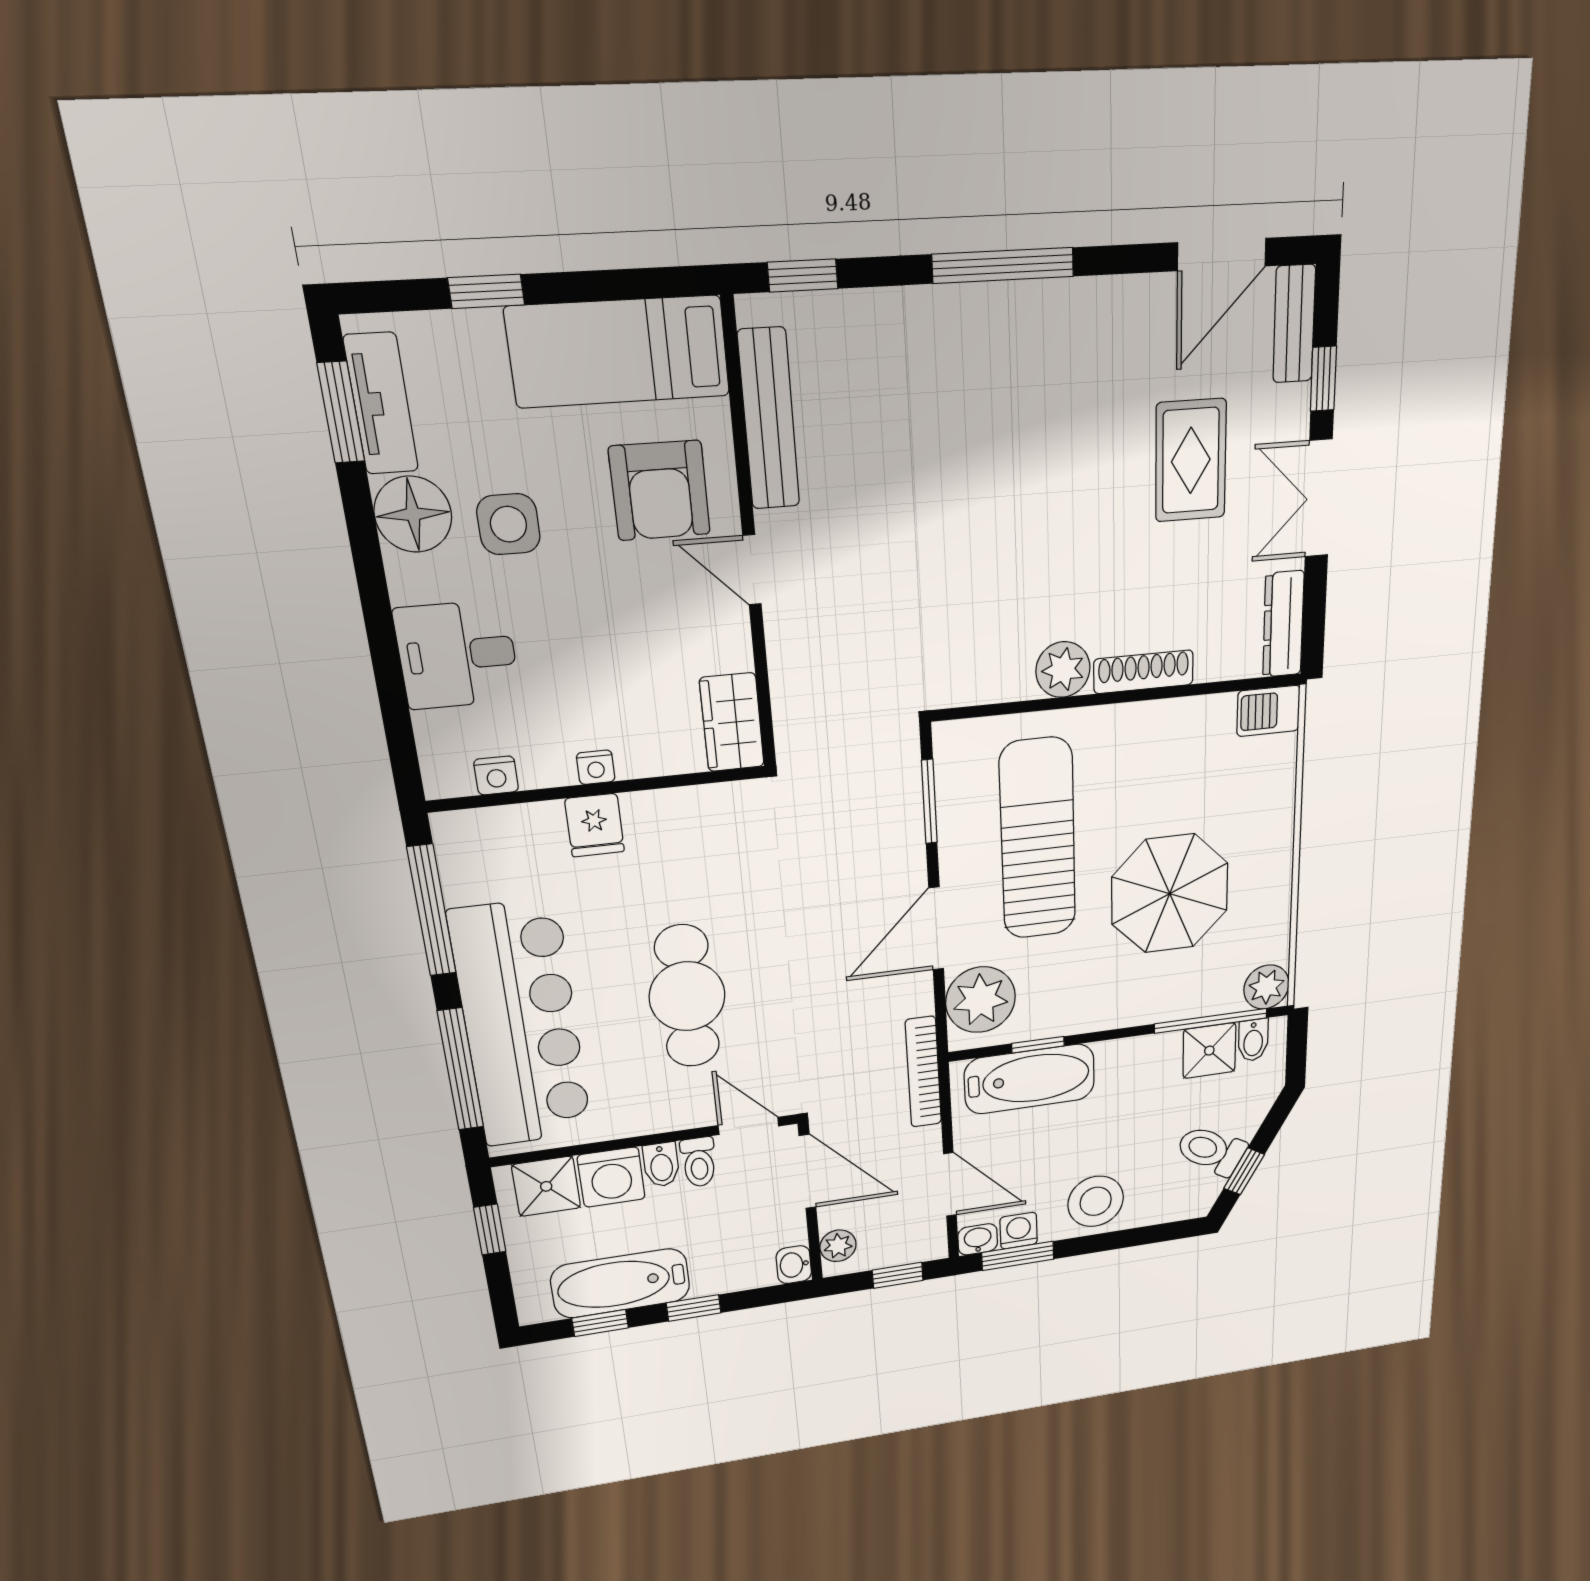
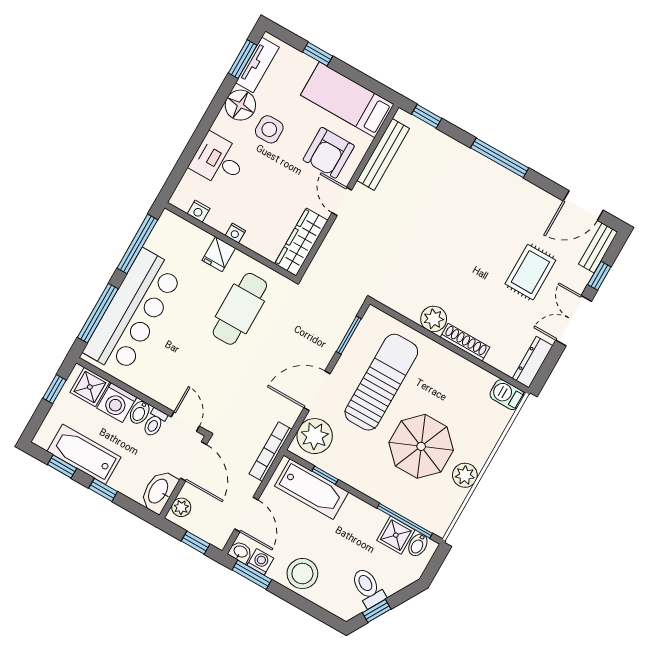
wardrobe: (732, 722) -> (301, 242), width x1.50
plant: (1266, 987) -> (465, 475), moved
cafe table: (687, 996) -> (240, 309), moved
washbasin: (794, 1265) -> (159, 491), width x1.91, depth x1.45

